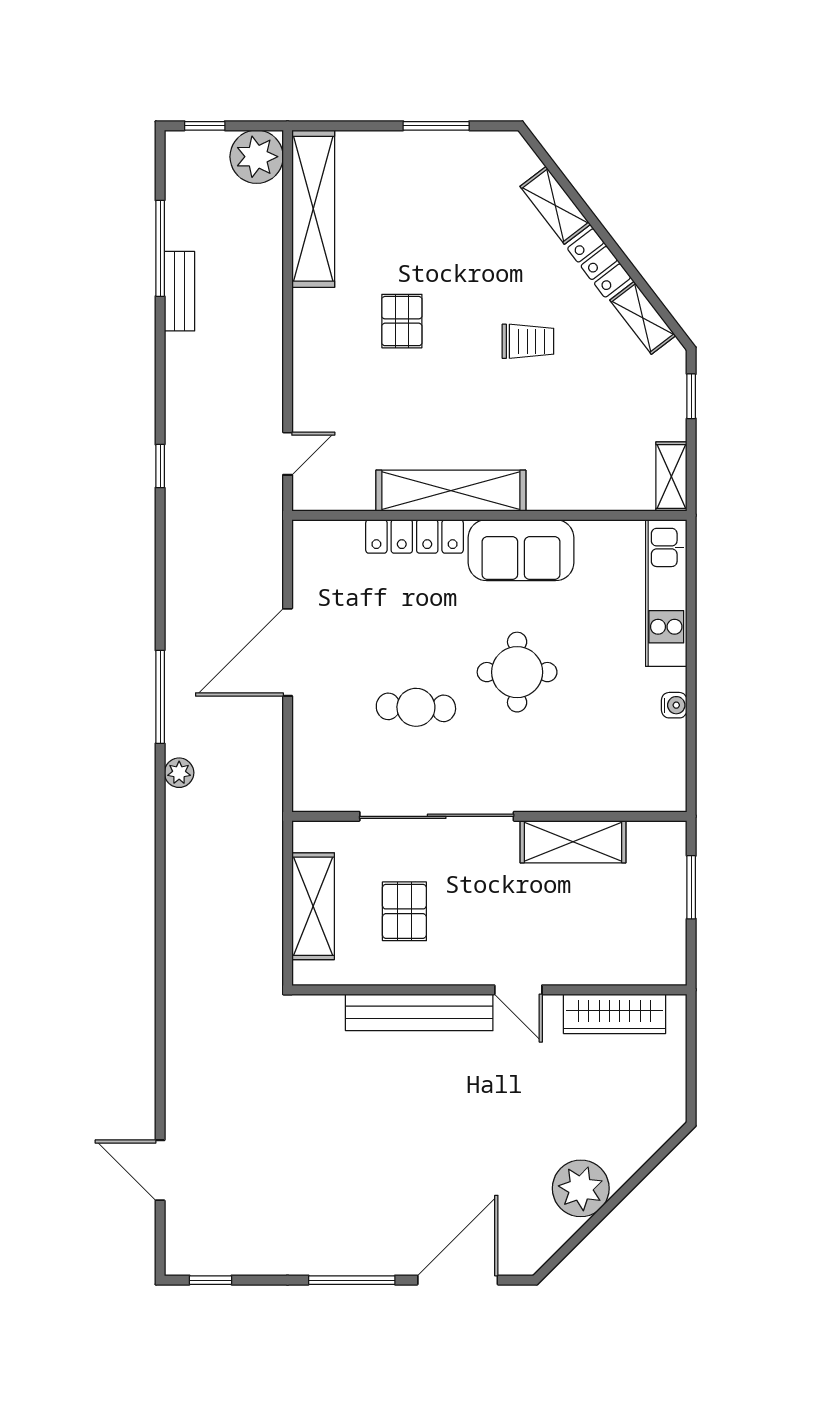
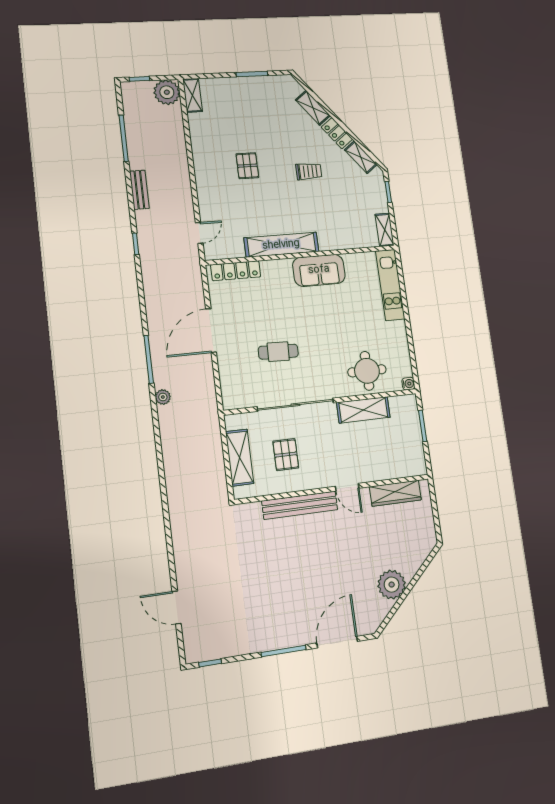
shelving: (313, 209) -> (193, 95), width x0.45, depth x0.75
bench: (180, 291) -> (139, 190), moved
locker: (414, 536) -> (236, 271), moved
round table: (517, 672) -> (367, 371), moved
water cooler: (674, 705) -> (408, 384), moved

